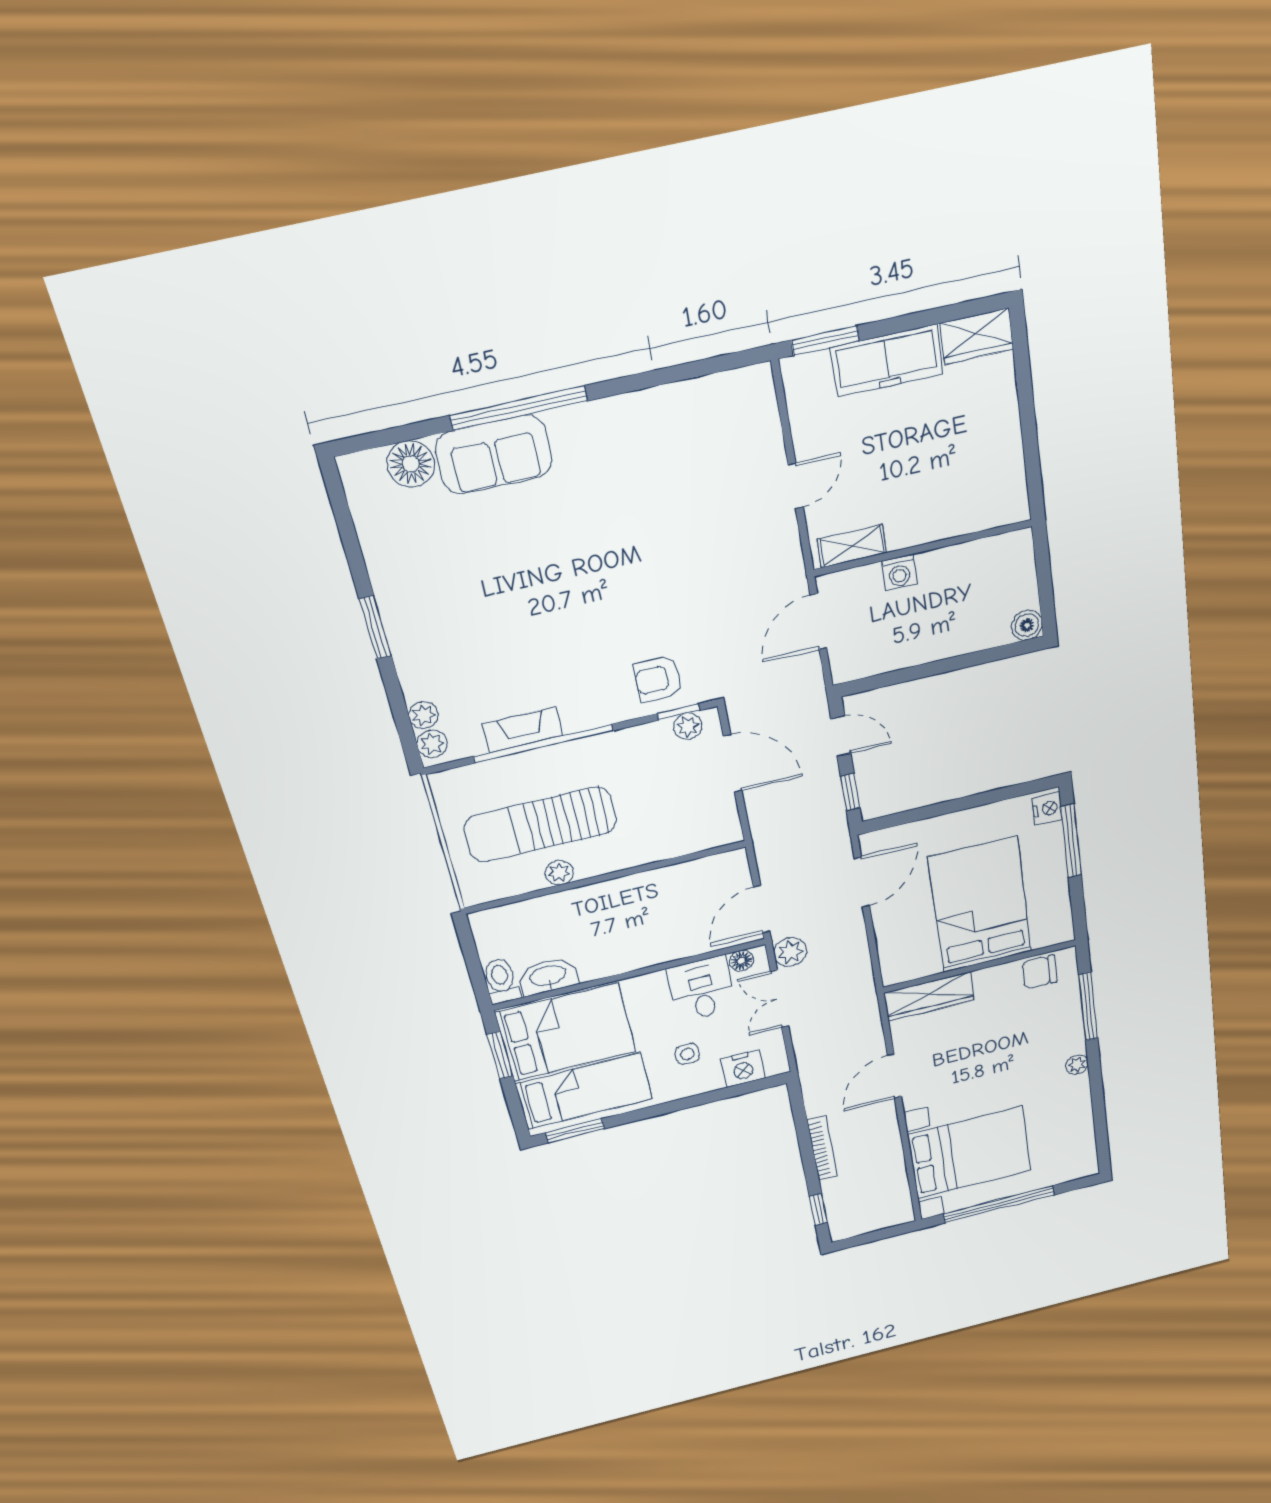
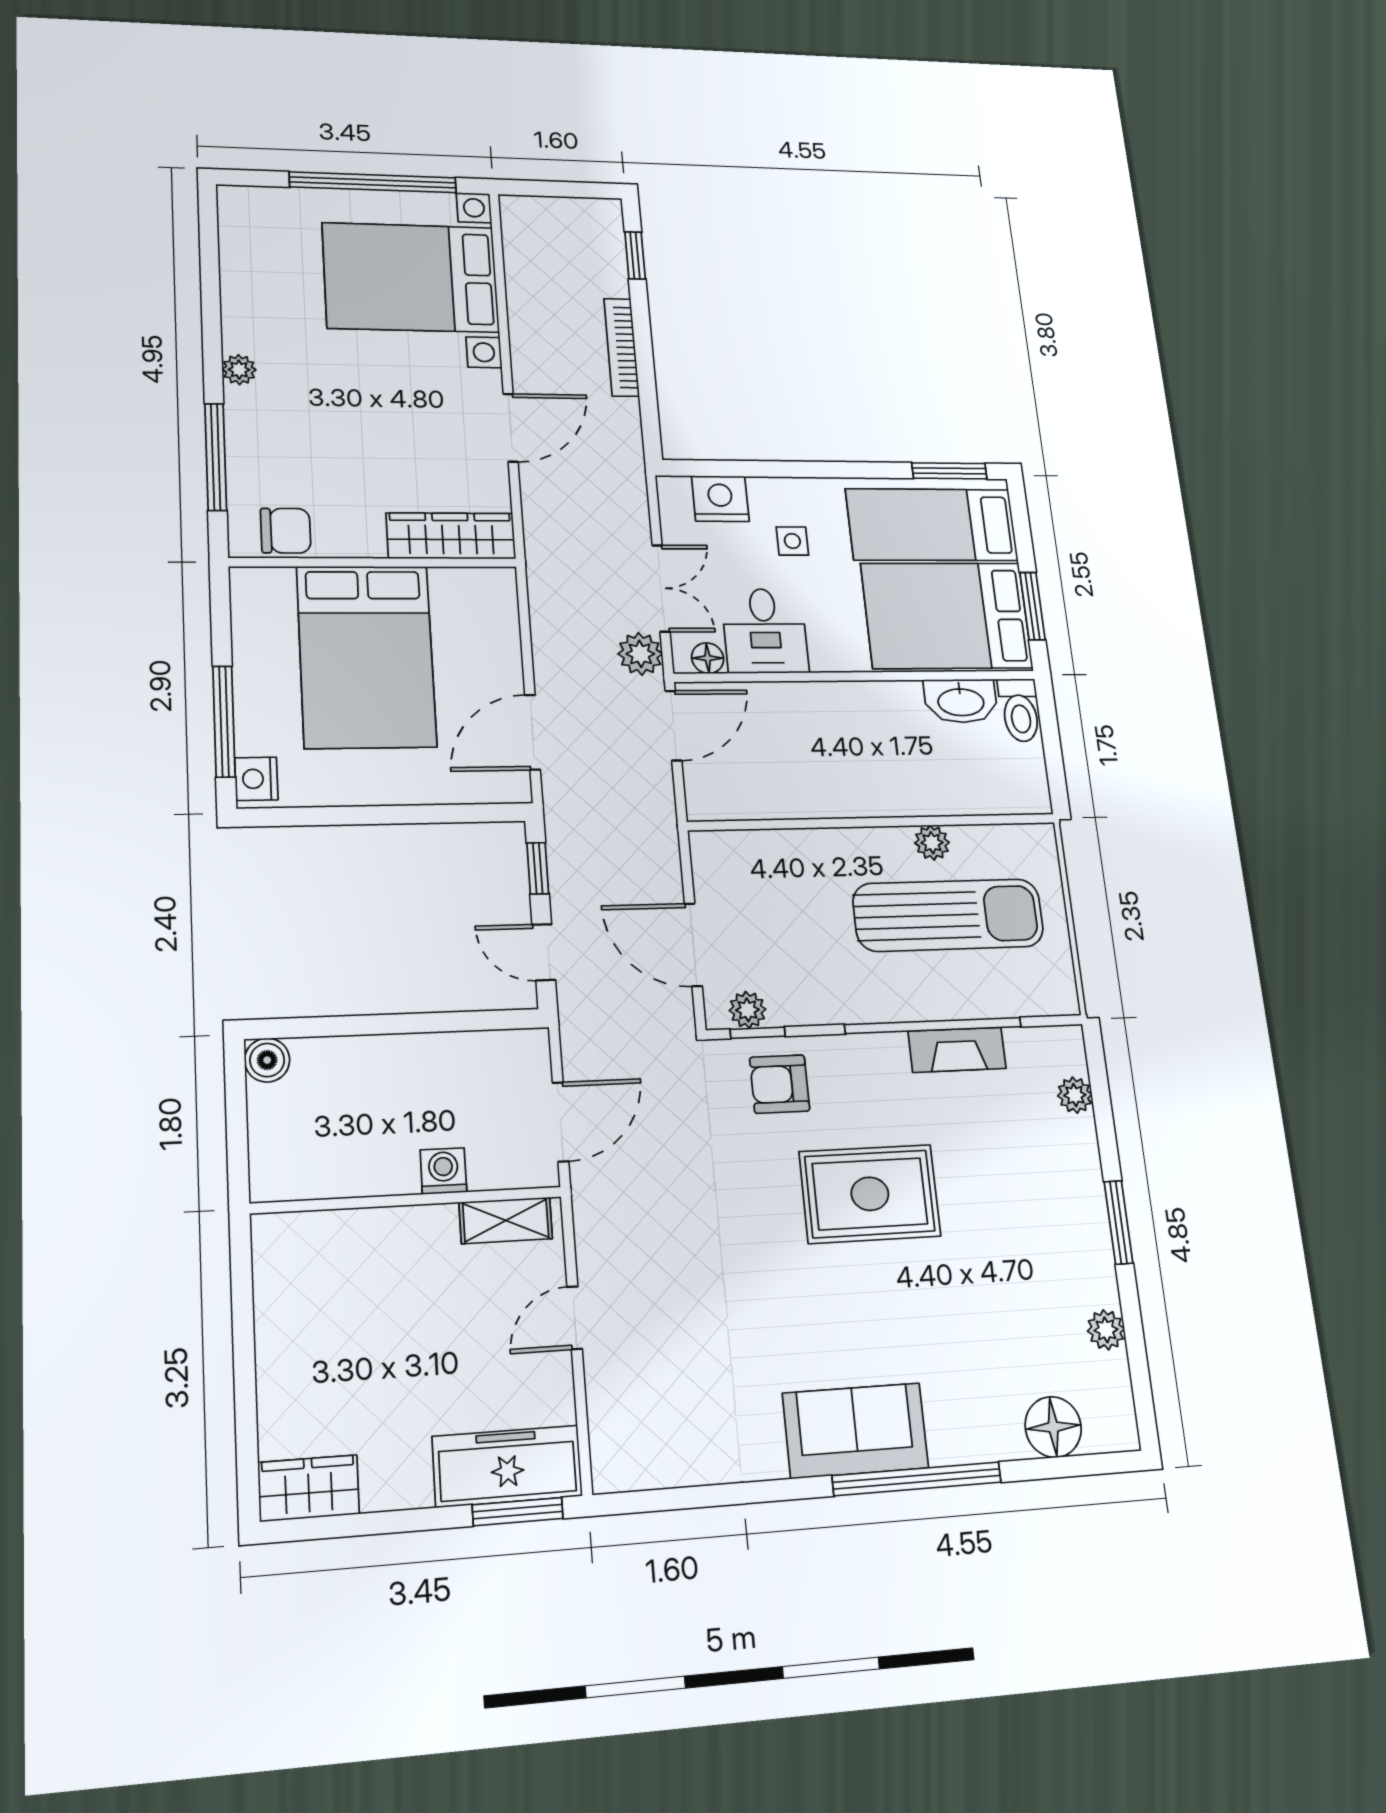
freezer: (887, 361) -> (507, 1466), moved
sofa: (494, 455) -> (855, 1431), moved
rug: (580, 613) -> (870, 1194), added
armchair: (658, 679) -> (780, 1084), turned 180
plant: (432, 744) -> (1106, 1330), moved

